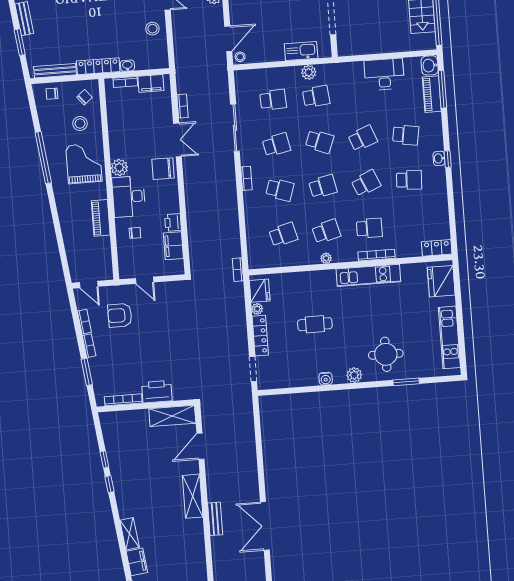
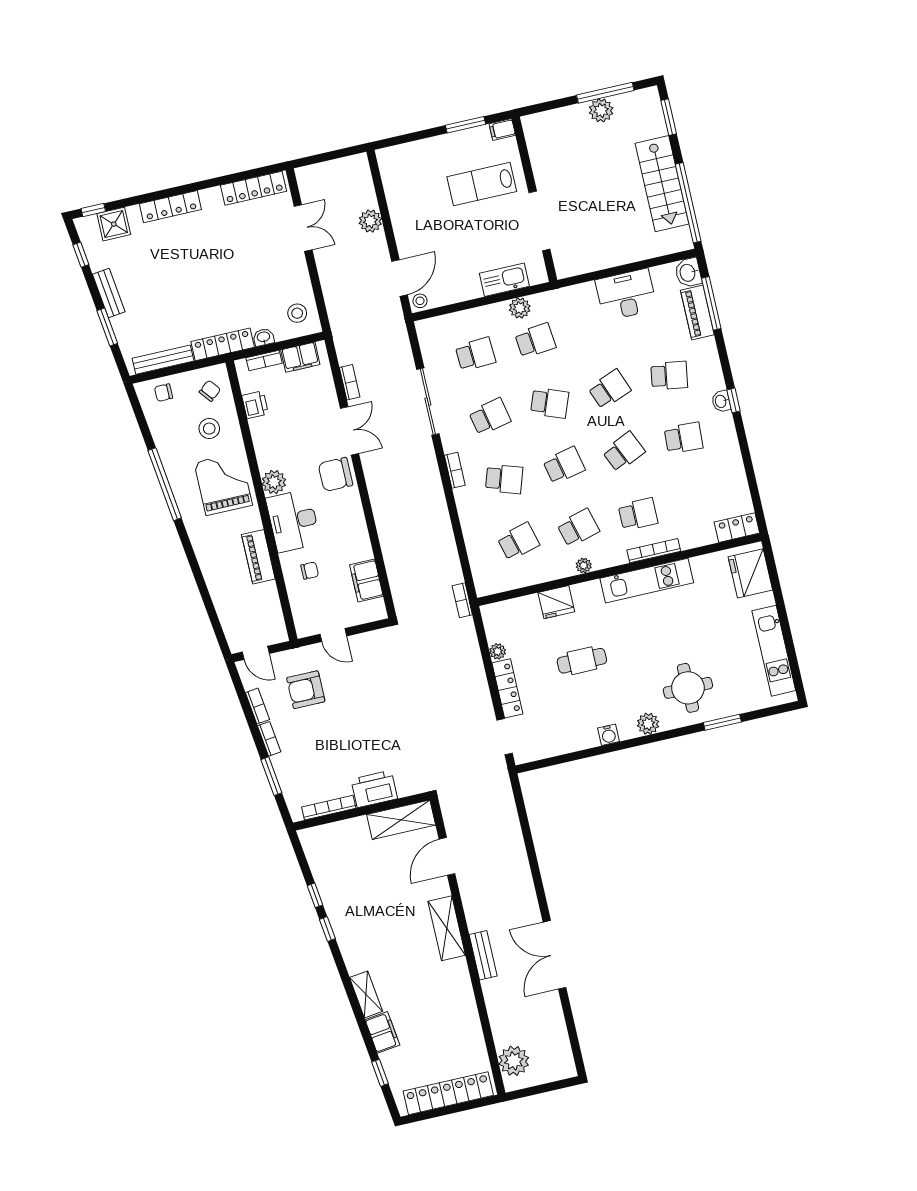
stool: (152, 29) -> (297, 313), moved
printer: (173, 223) -> (255, 405), moved, turned 180
fridge: (260, 291) -> (556, 602), moved, turned 90

